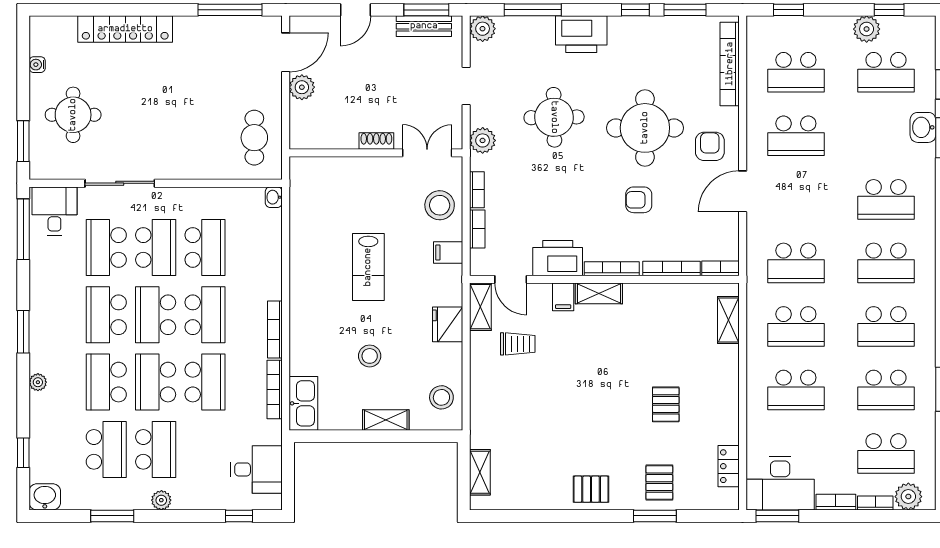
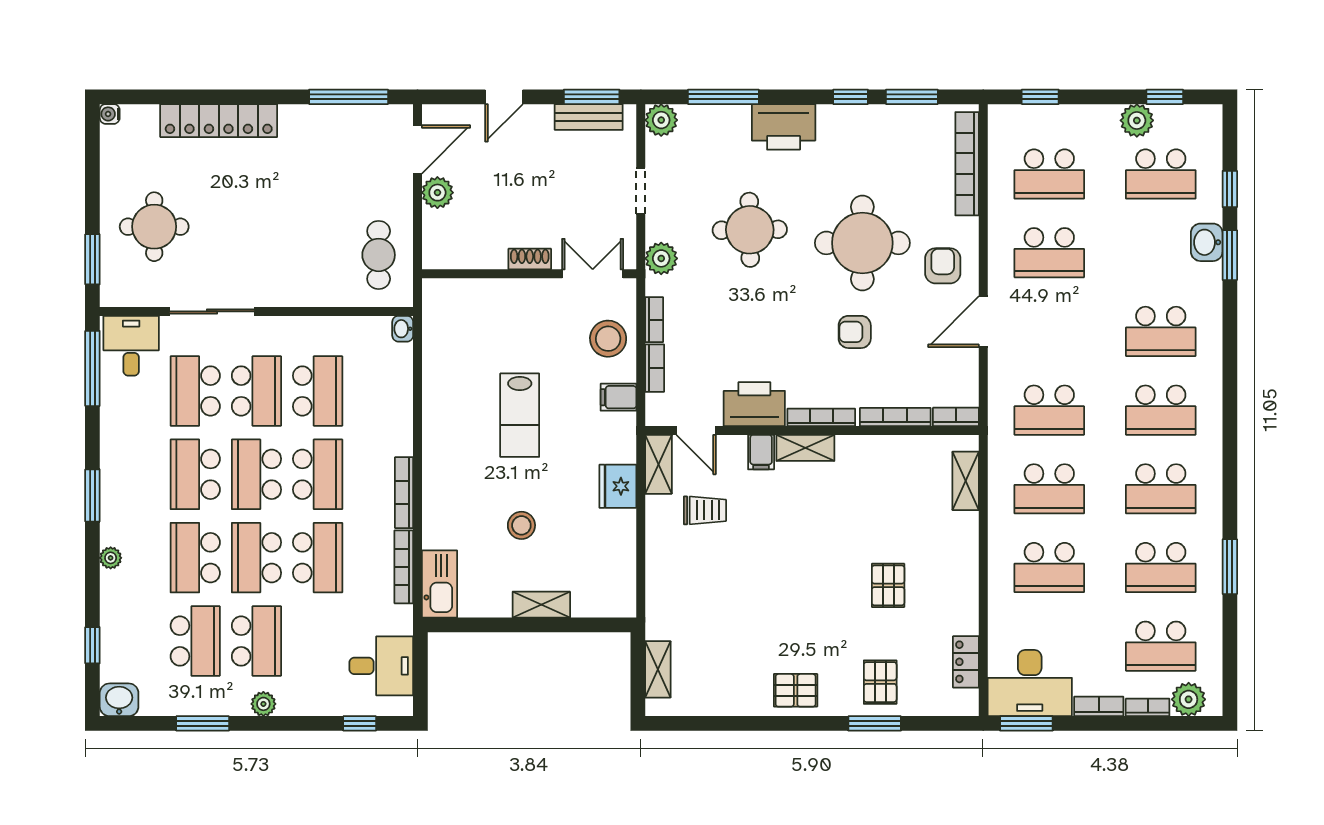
water cooler: (37, 65) -> (110, 114), moved
stool: (441, 397) -> (610, 577), removed

